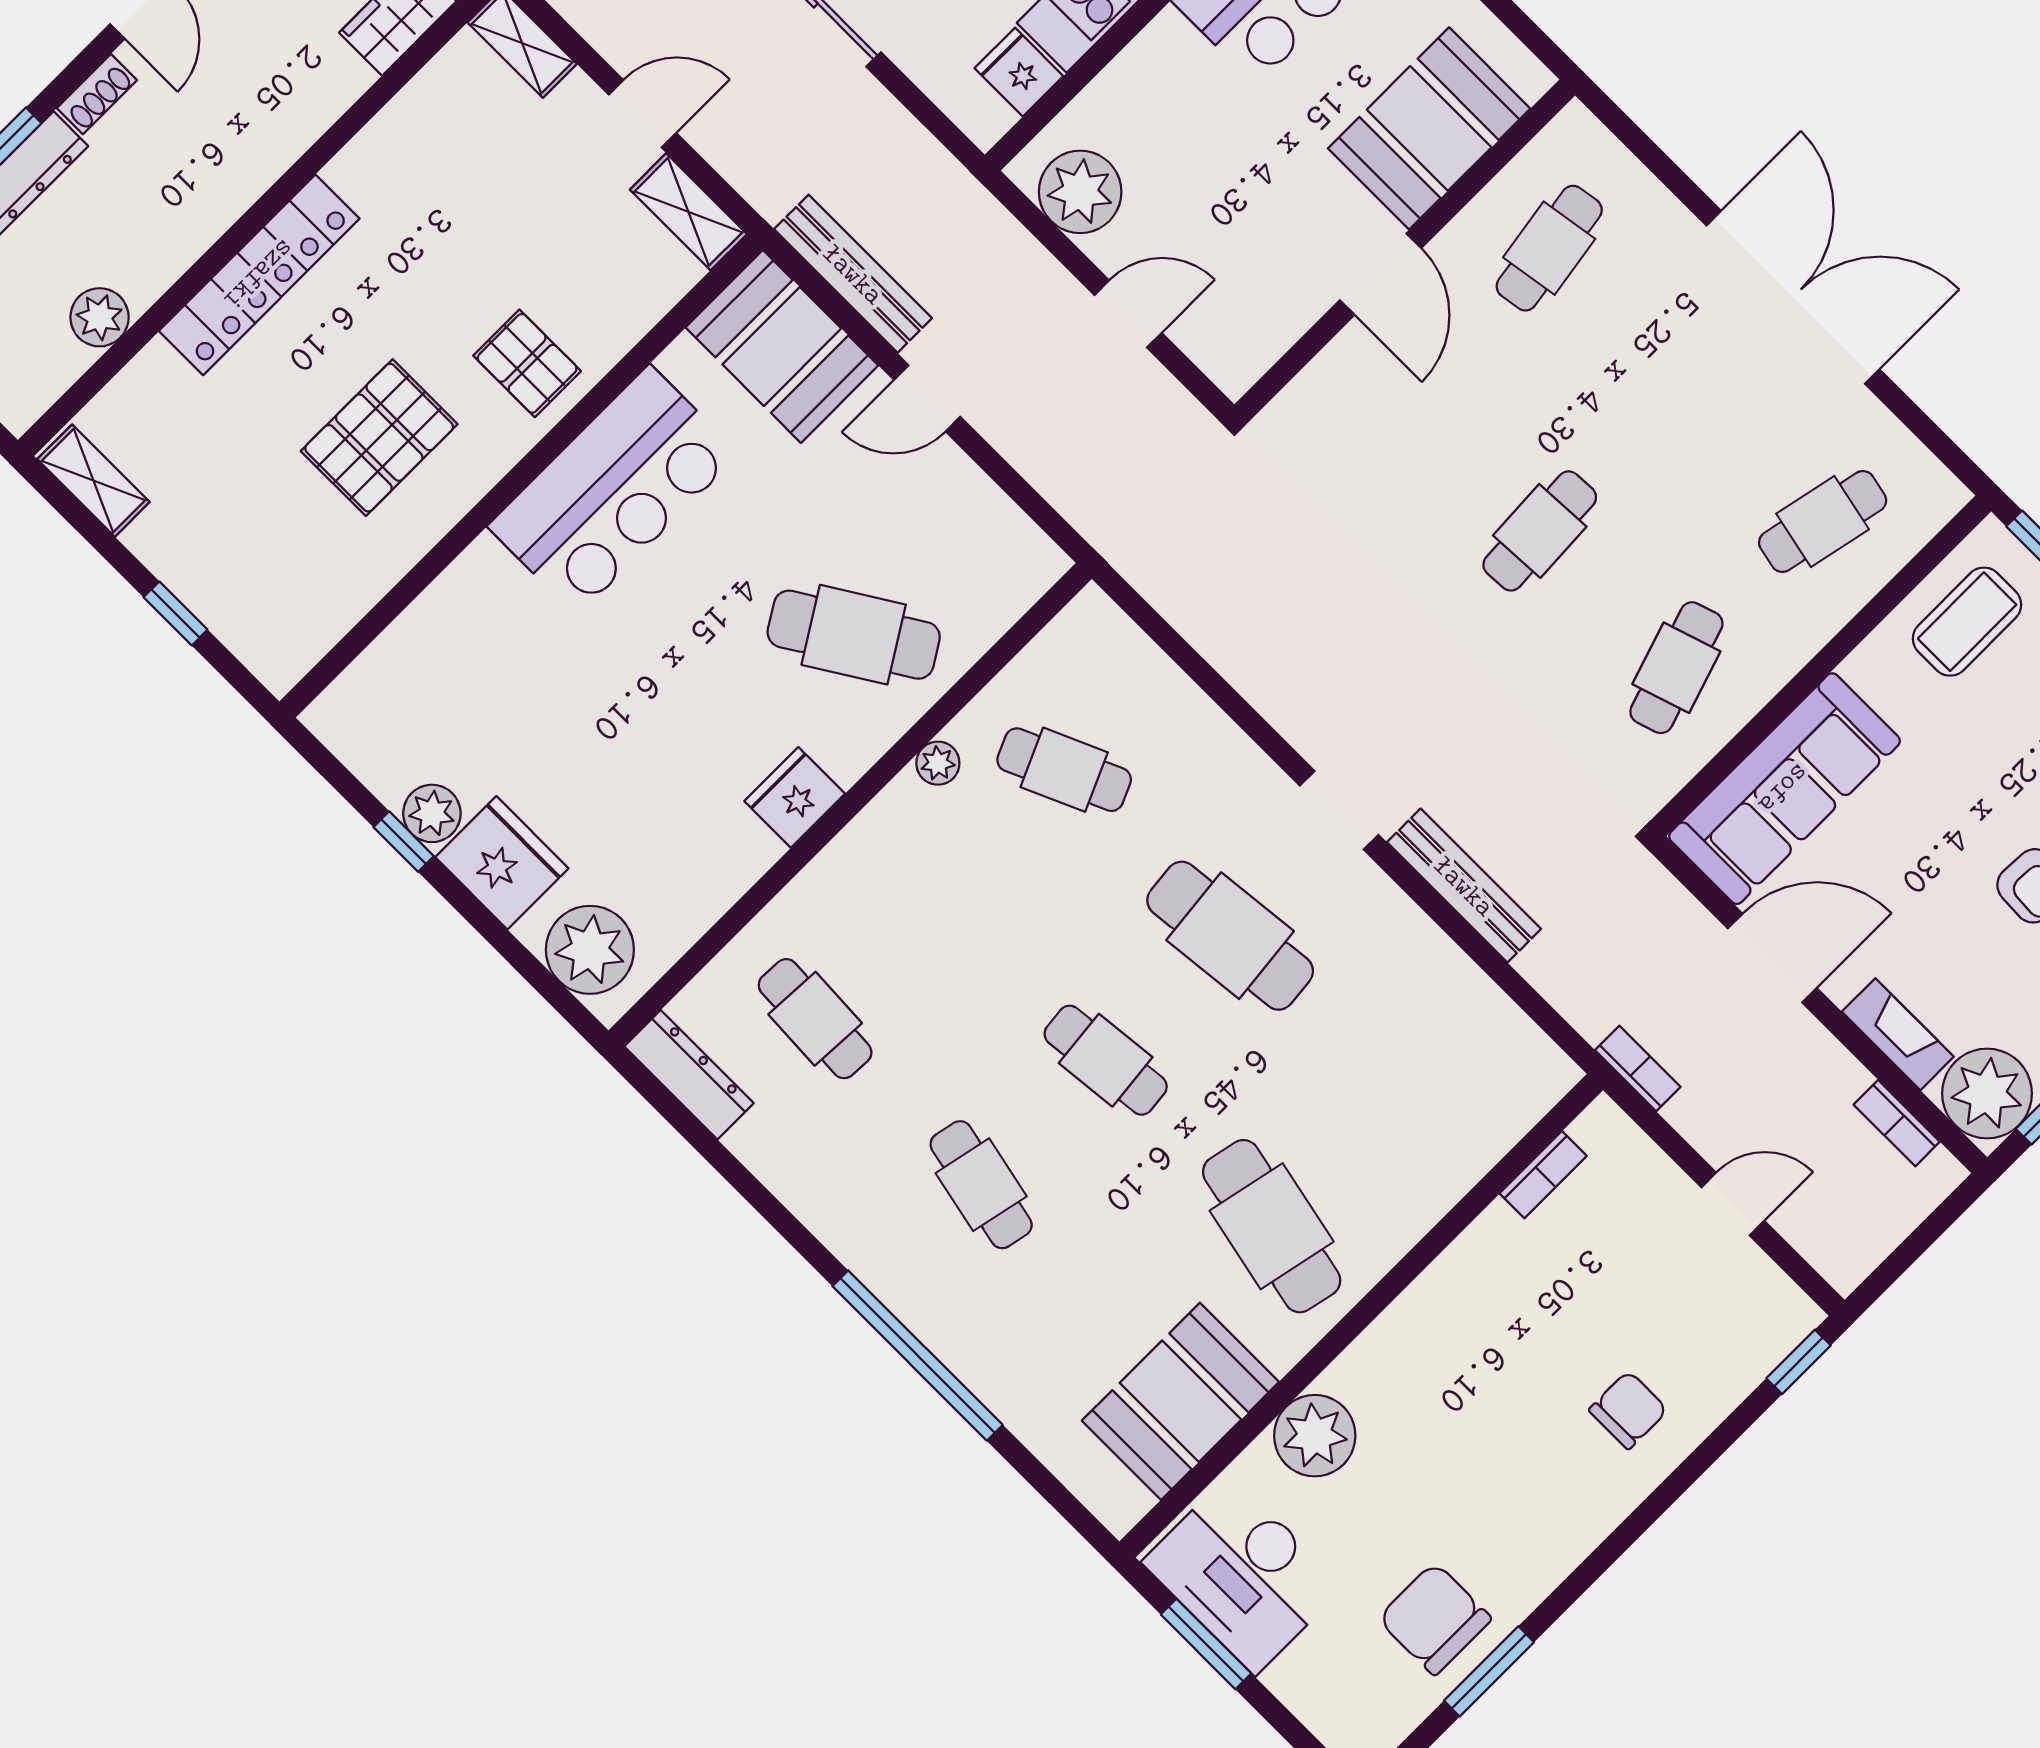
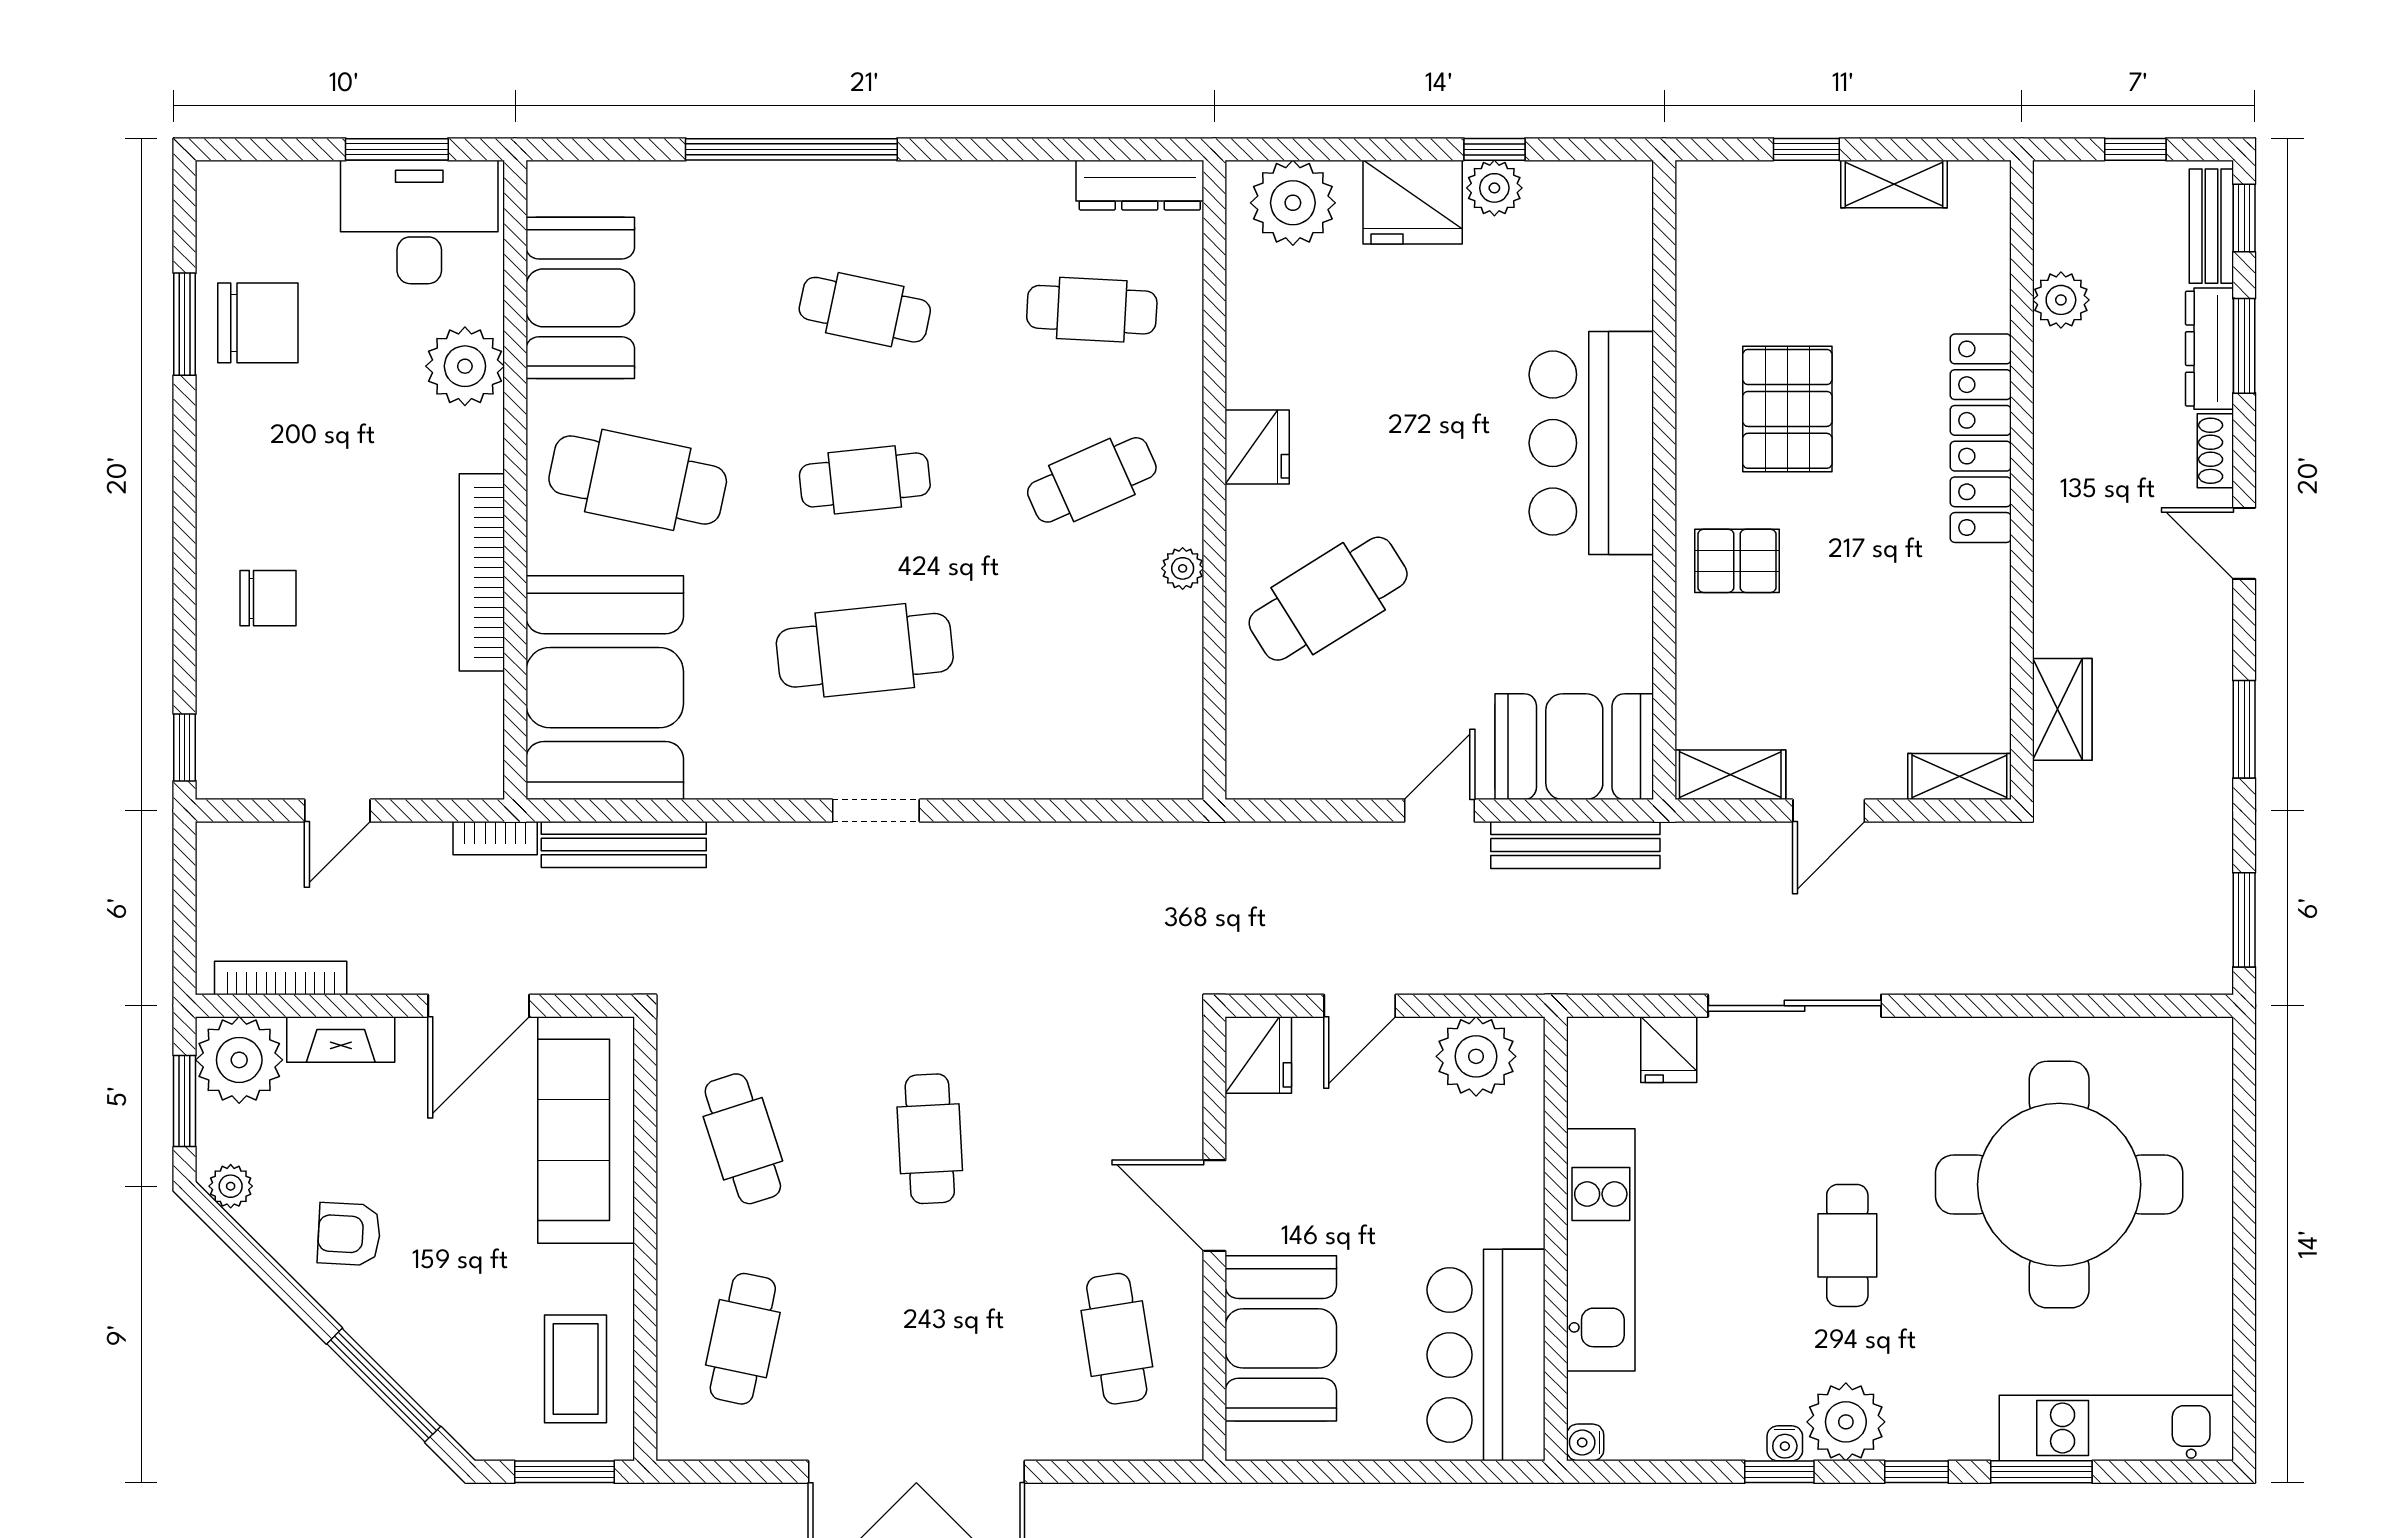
fridge: (1019, 72) -> (1669, 1050), moved, turned 90
fridge: (1238, 352) -> (1258, 1055), added
shelving: (93, 481) -> (1894, 184), moved
bar counter: (613, 490) -> (1591, 443), moved
cafe table: (1064, 770) -> (1092, 480), moved
bench: (1464, 886) -> (624, 844), moved
booth: (1448, 1099) -> (605, 688), added
bookcase: (1897, 1123) -> (281, 978), width x1.56
bookcase: (1543, 1175) -> (482, 572), moved, width x2.31, depth x1.31
chair: (1628, 1410) -> (268, 598), turned -90

